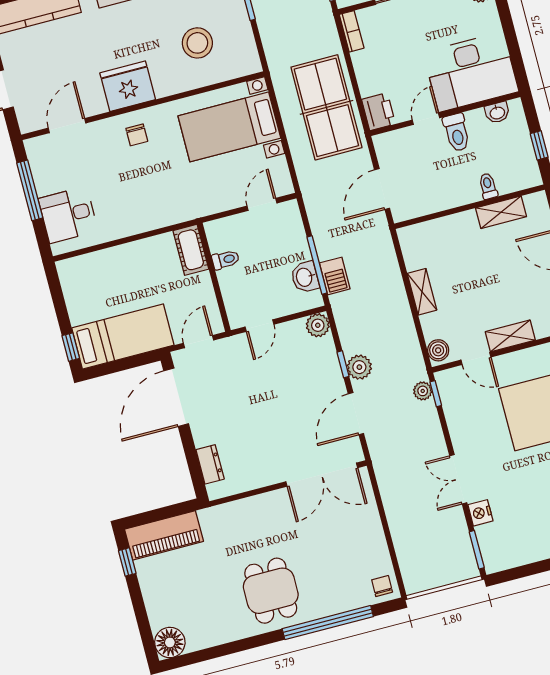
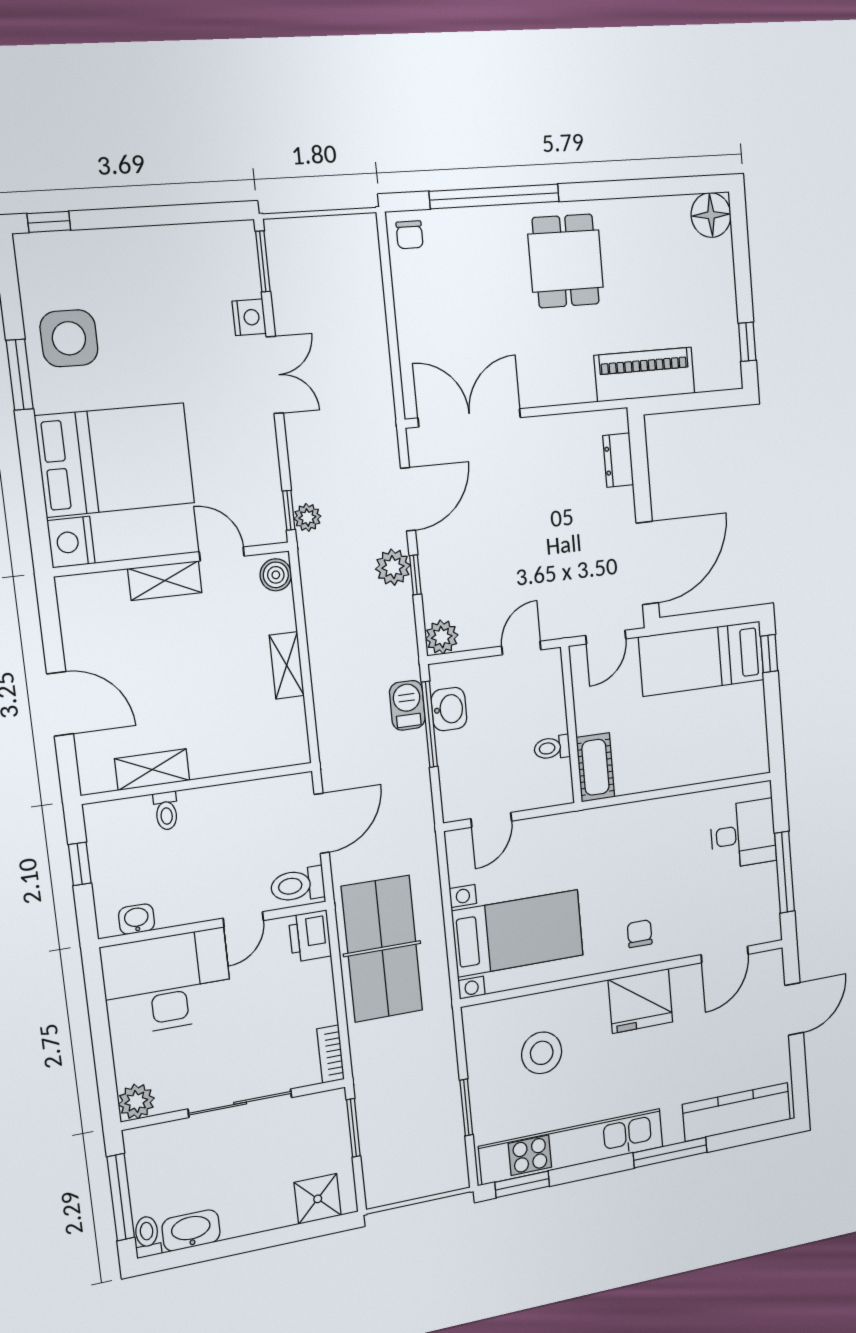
toilet: (457, 132) -> (298, 885), moved, turned -90
piano: (164, 535) -> (645, 374), moved

